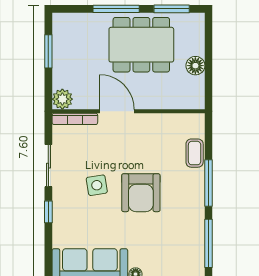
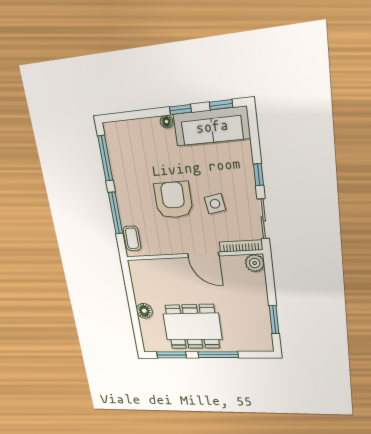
plant: (62, 99) -> (255, 263), moved
door: (117, 111) -> (203, 255), moved
wall: (128, 111) -> (193, 255), moved
bookcase: (75, 119) -> (241, 246), moved

